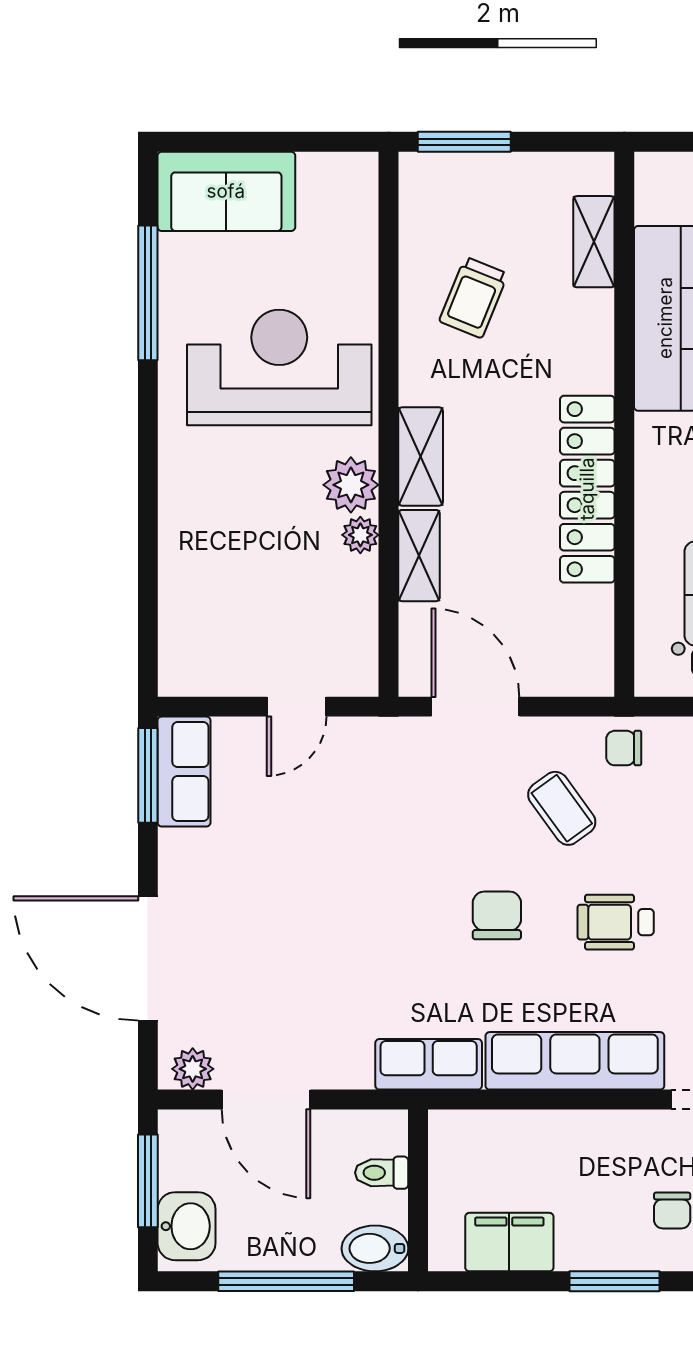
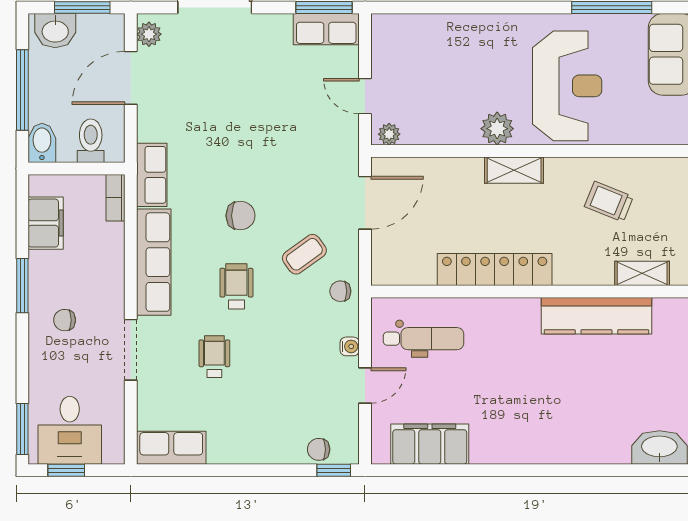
plant: (360, 535) -> (389, 134), moved
shelving: (419, 556) -> (455, 169), removed
chair: (624, 748) -> (340, 291), turned -90
bookcase: (467, 1125) -> (116, 198), added
toilet: (382, 1173) -> (91, 141), width x1.37, depth x1.39

